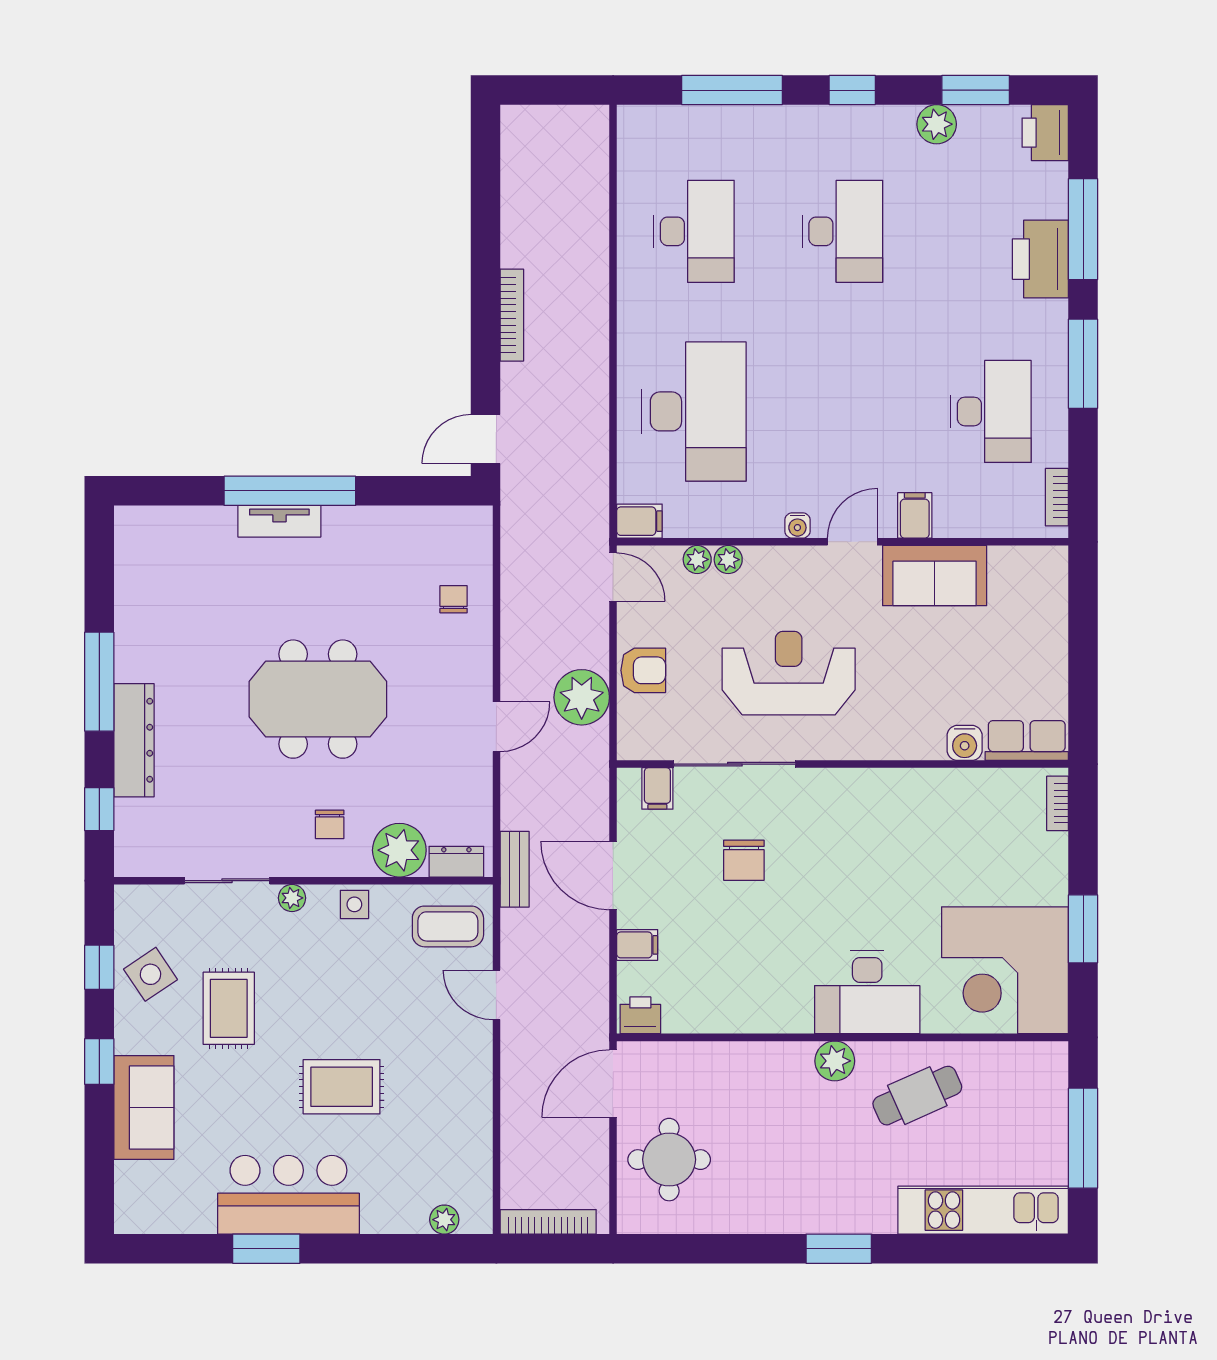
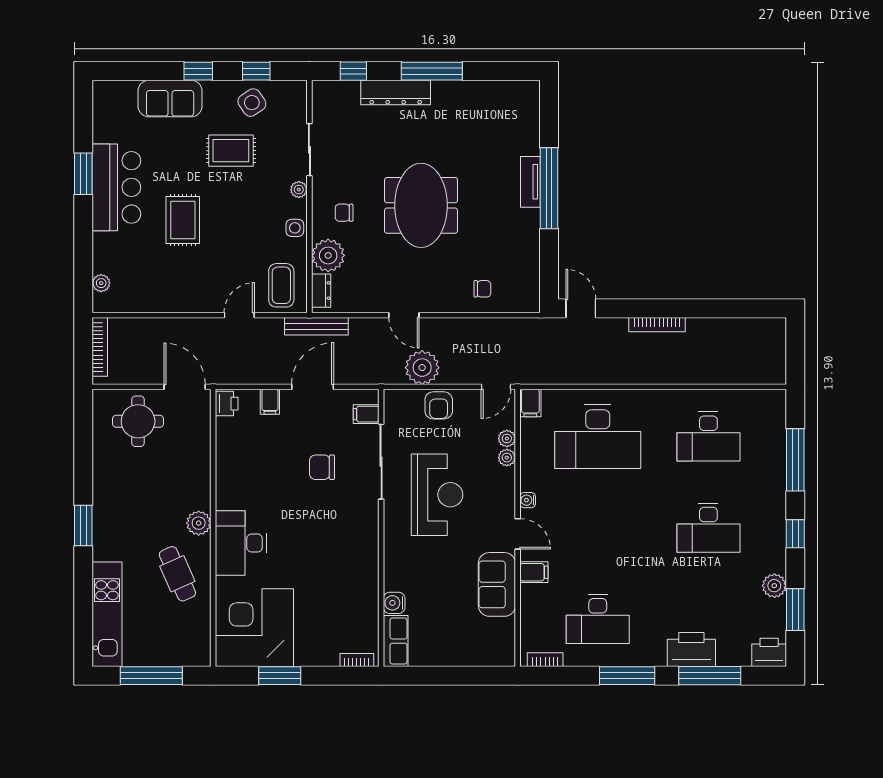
bench: (515, 869) -> (316, 326), width x1.36

